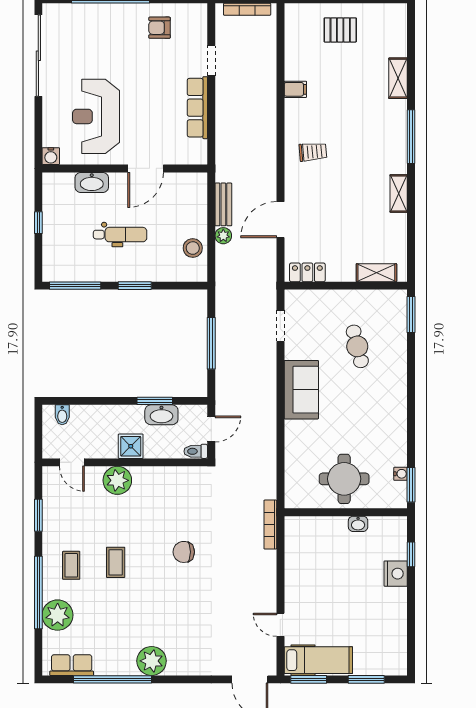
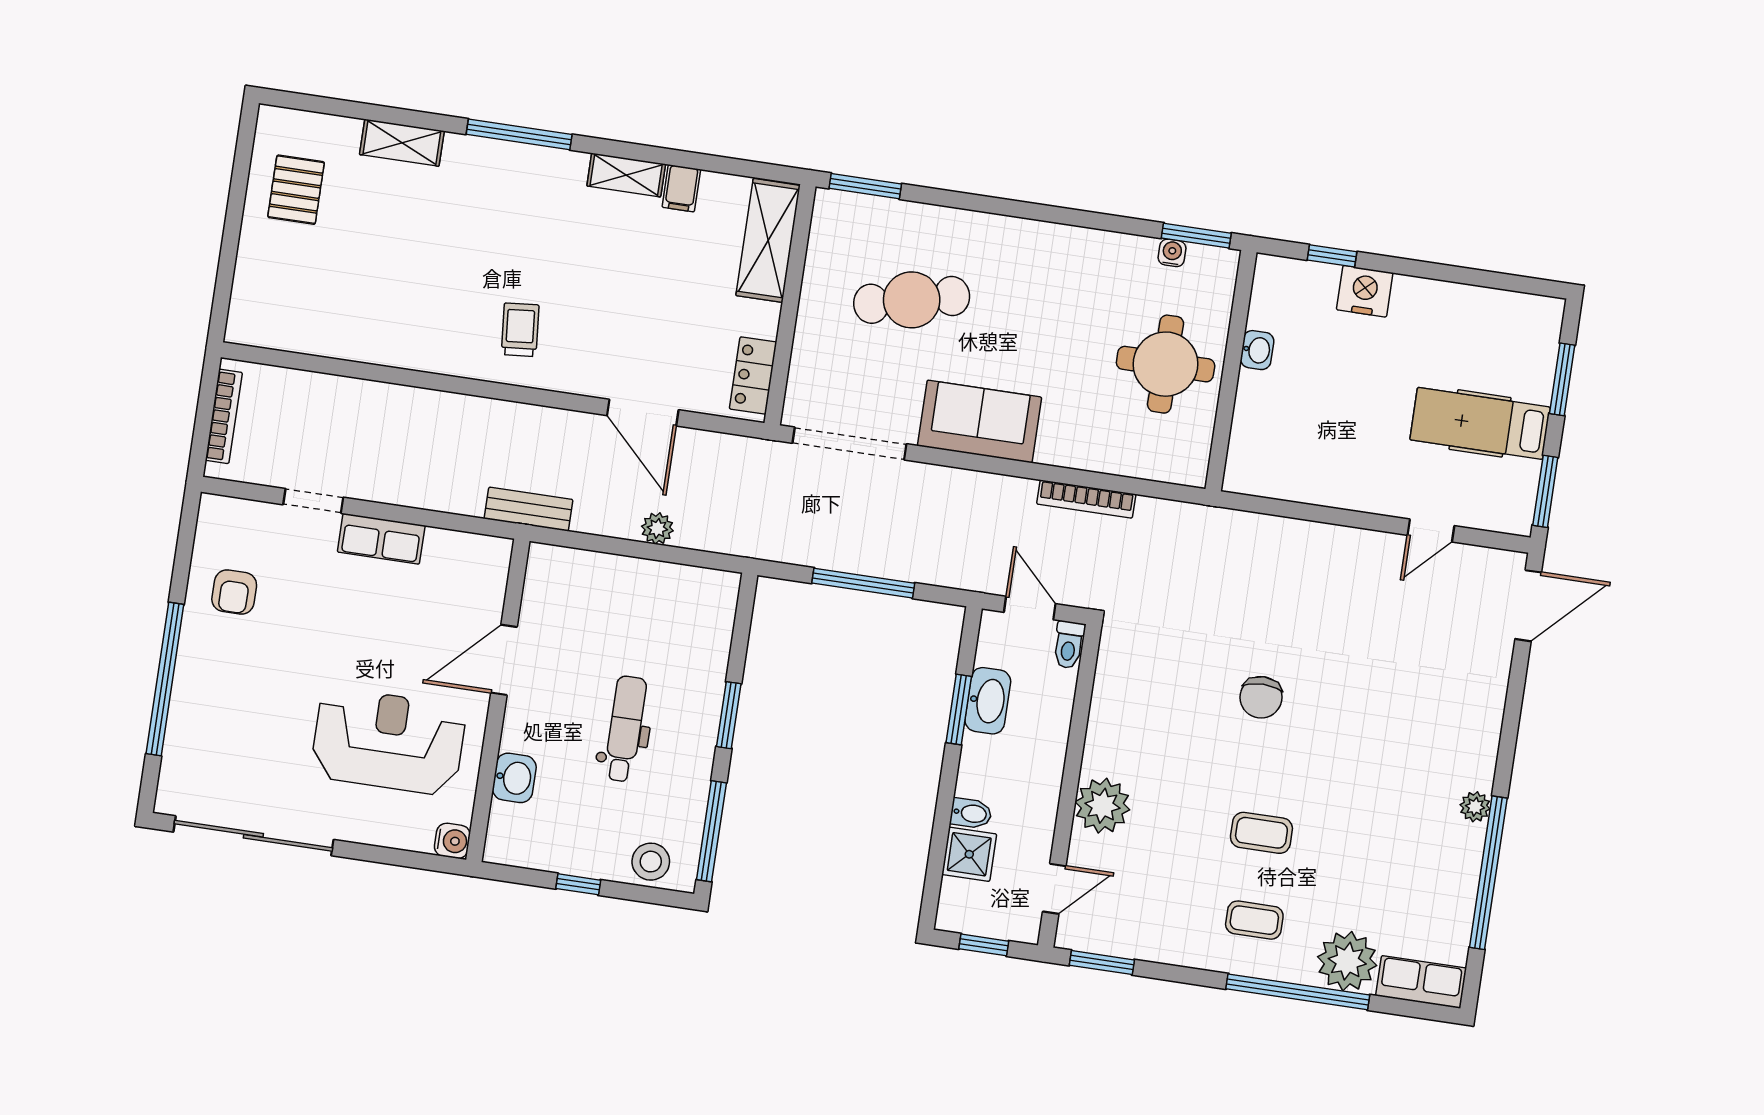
pallet: (340, 30) -> (296, 190), moved
filing cabinet: (295, 89) -> (681, 188), moved, turned 180
row of seats: (197, 108) -> (381, 539), width x0.68
reception desk: (96, 116) -> (388, 741), turned 180
door: (146, 168) -> (504, 660), swing flipped
washbasin: (92, 183) -> (514, 778), width x0.72
bench: (223, 204) -> (529, 509), moved
stool: (193, 248) -> (651, 862), moved
shelving: (376, 273) -> (768, 240), width x1.50, depth x1.33
doorway: (280, 326) -> (849, 444), width x1.88
cafe table: (357, 346) -> (912, 300), width x1.37, depth x1.35
bidet: (62, 415) -> (971, 813), moved
window: (38, 431) -> (984, 945), added
shower: (131, 446) -> (969, 854), moved
window: (38, 515) -> (1102, 963), moved
bookcase: (270, 525) -> (1086, 499), moved
hospital bed: (318, 660) -> (1480, 423), moved, turned -90
plant: (152, 661) -> (1475, 807), width x0.53, depth x0.53
row of seats: (72, 665) -> (1421, 982), moved, turned 90

